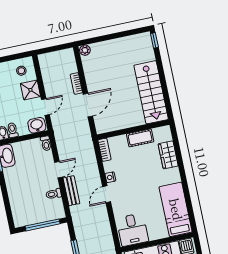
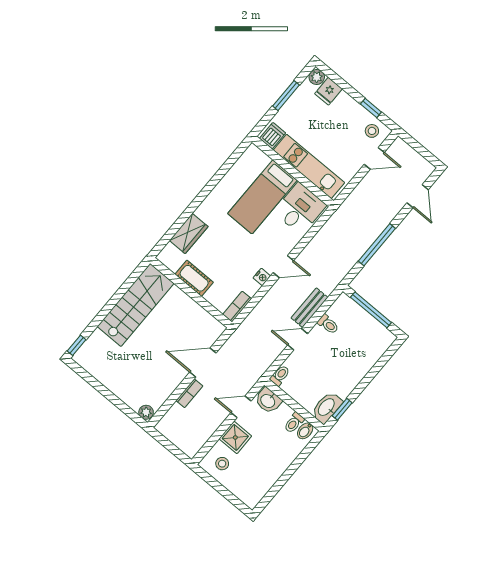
bed: (176, 209) -> (262, 197), moved

